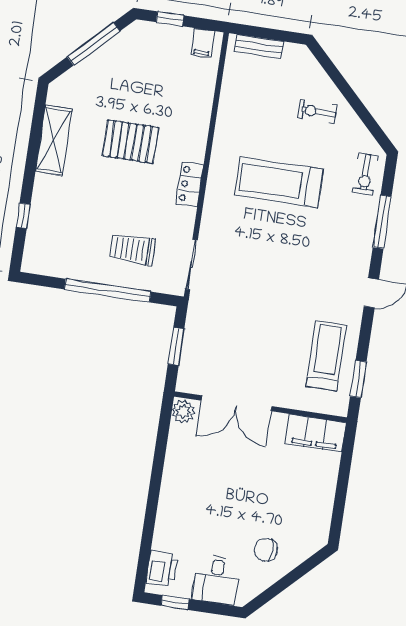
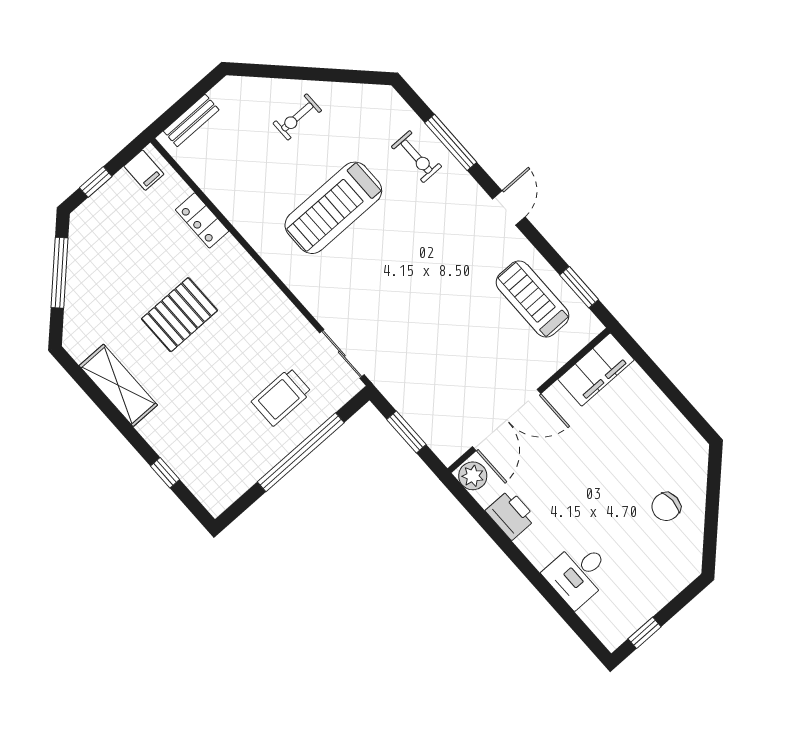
exercise bike: (365, 174) -> (417, 157), moved
locker: (190, 184) -> (202, 220), moved
printer: (162, 568) -> (511, 515), moved
desk: (216, 580) -> (578, 574), moved, turned 90

